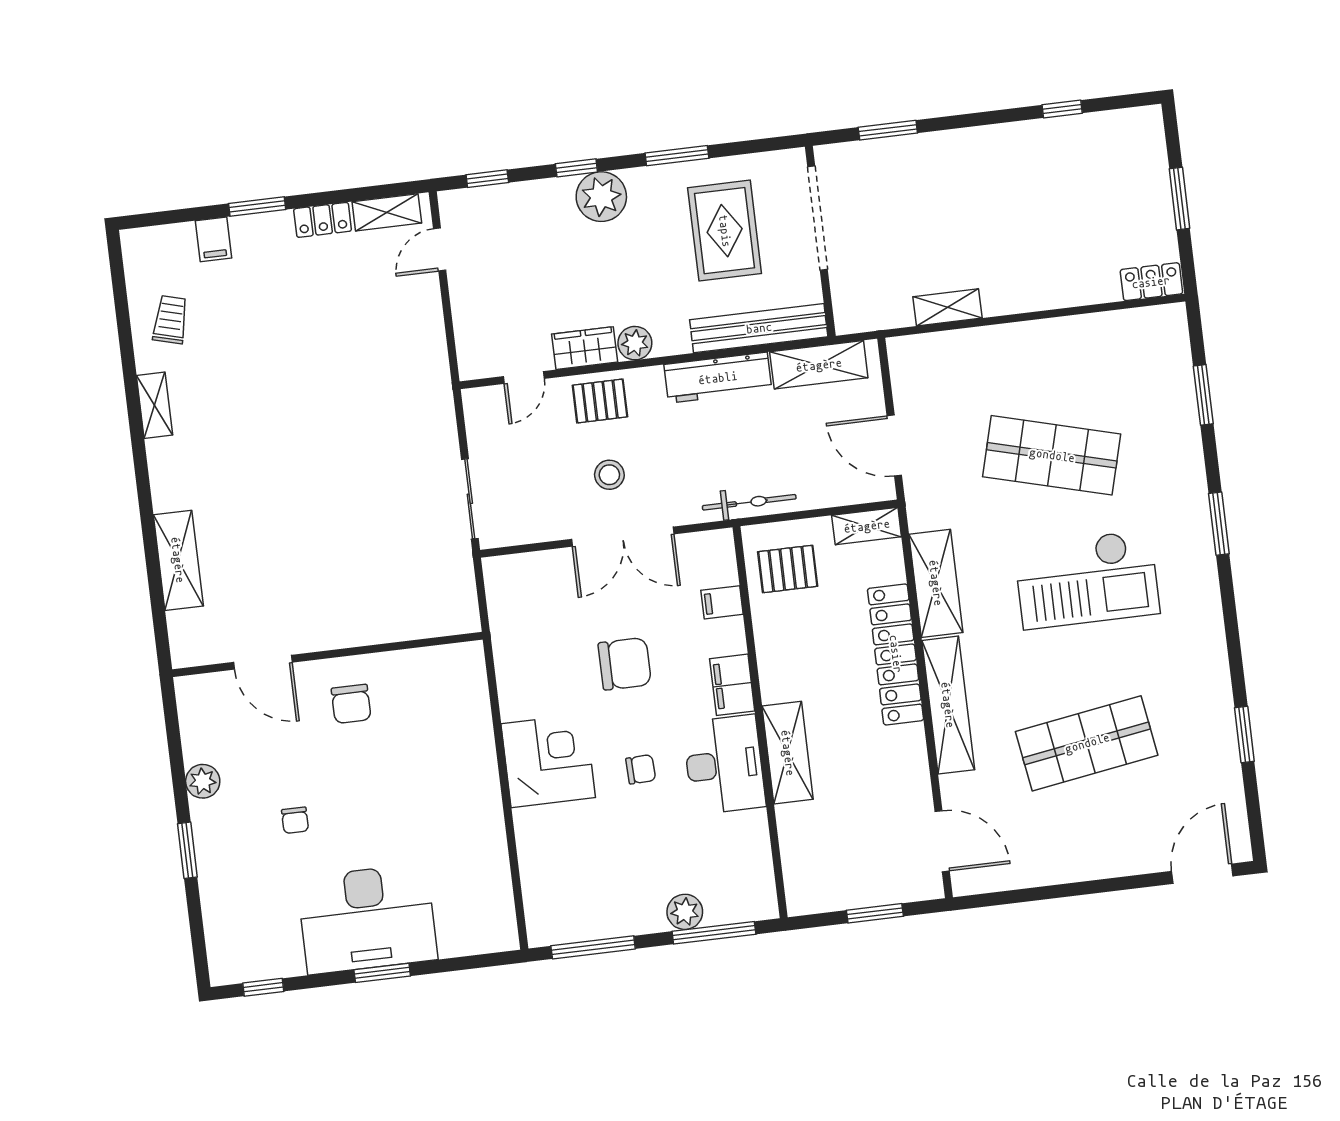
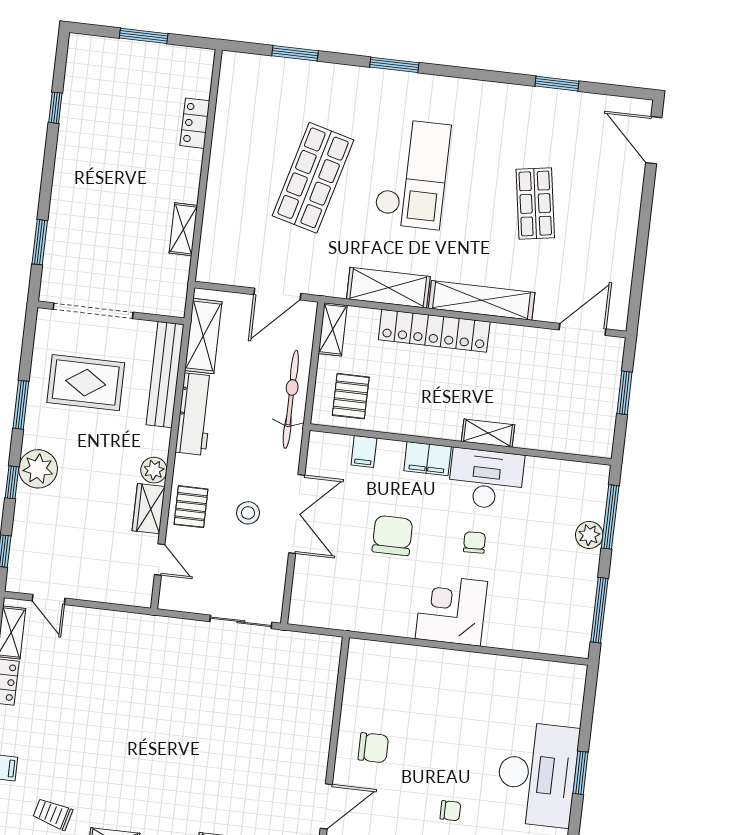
locker: (1151, 282) -> (195, 123), moved
bicycle: (749, 502) -> (291, 399), width x1.37, depth x1.40
shop shelf: (1087, 743) -> (535, 204), width x0.70, depth x0.74
shelving: (788, 753) -> (488, 433), width x0.67, depth x0.75

